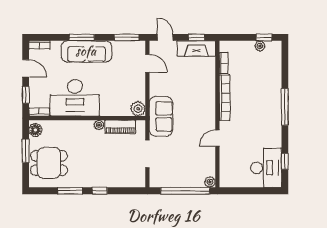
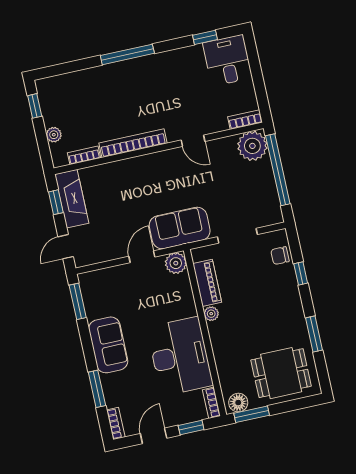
window: (82, 37) -> (97, 389), moved
plant: (260, 46) -> (54, 135), moved
sofa: (86, 51) -> (108, 345), width x0.73
door: (147, 63) -> (142, 257), moved
window: (26, 151) -> (252, 414), moved
dining table: (49, 163) -> (281, 373), turned 90
desk: (266, 168) -> (228, 60), width x0.73
bookcase: (224, 176) -> (245, 120), added
chair: (128, 179) -> (280, 256), added
plant: (210, 182) -> (252, 146), width x1.88, depth x1.88
window: (100, 191) -> (301, 273), moved

